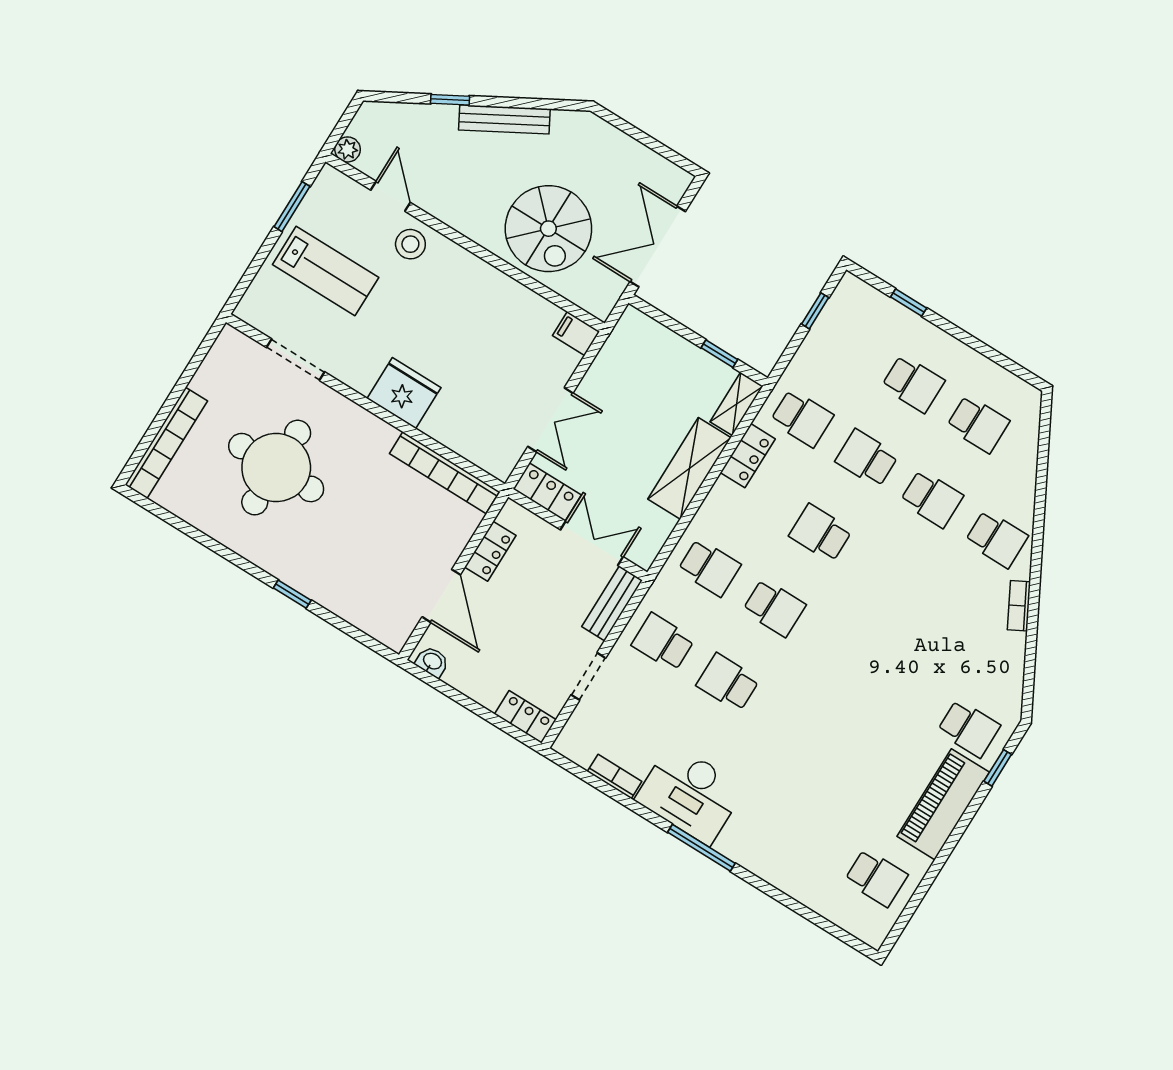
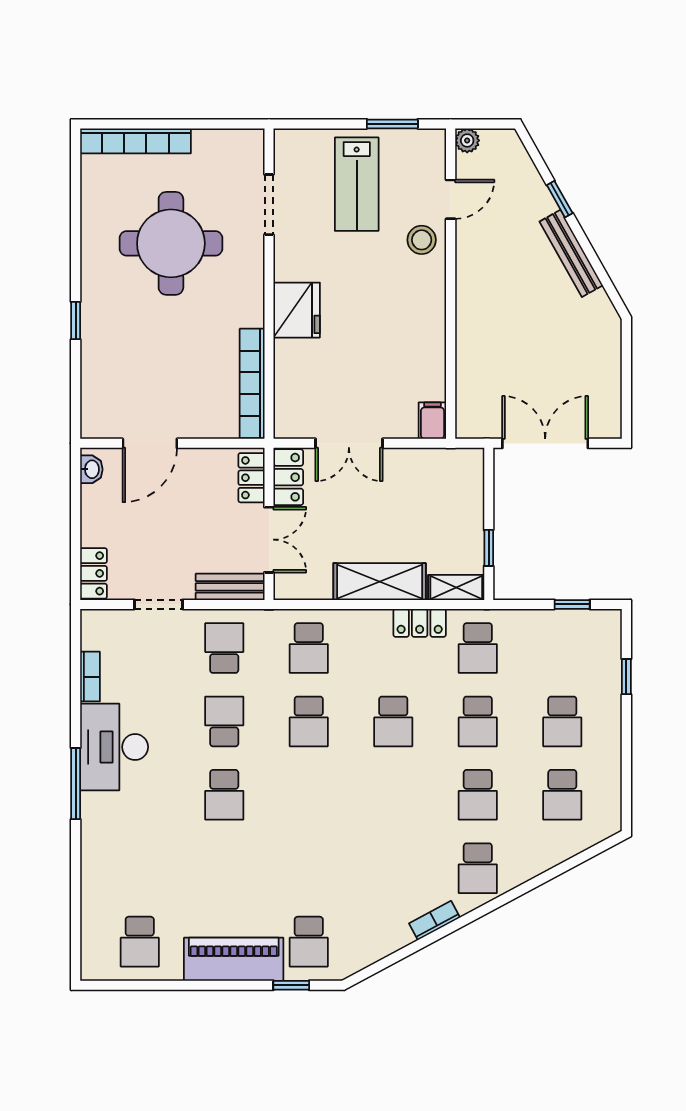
spiral stairs: (548, 229) -> (504, 345), removed
school desk: (867, 458) -> (478, 721), turned 180
school desk: (820, 533) -> (393, 721), turned 180
locker: (490, 551) -> (251, 478), moved, turned 90
school desk: (793, 723) -> (224, 795), added

